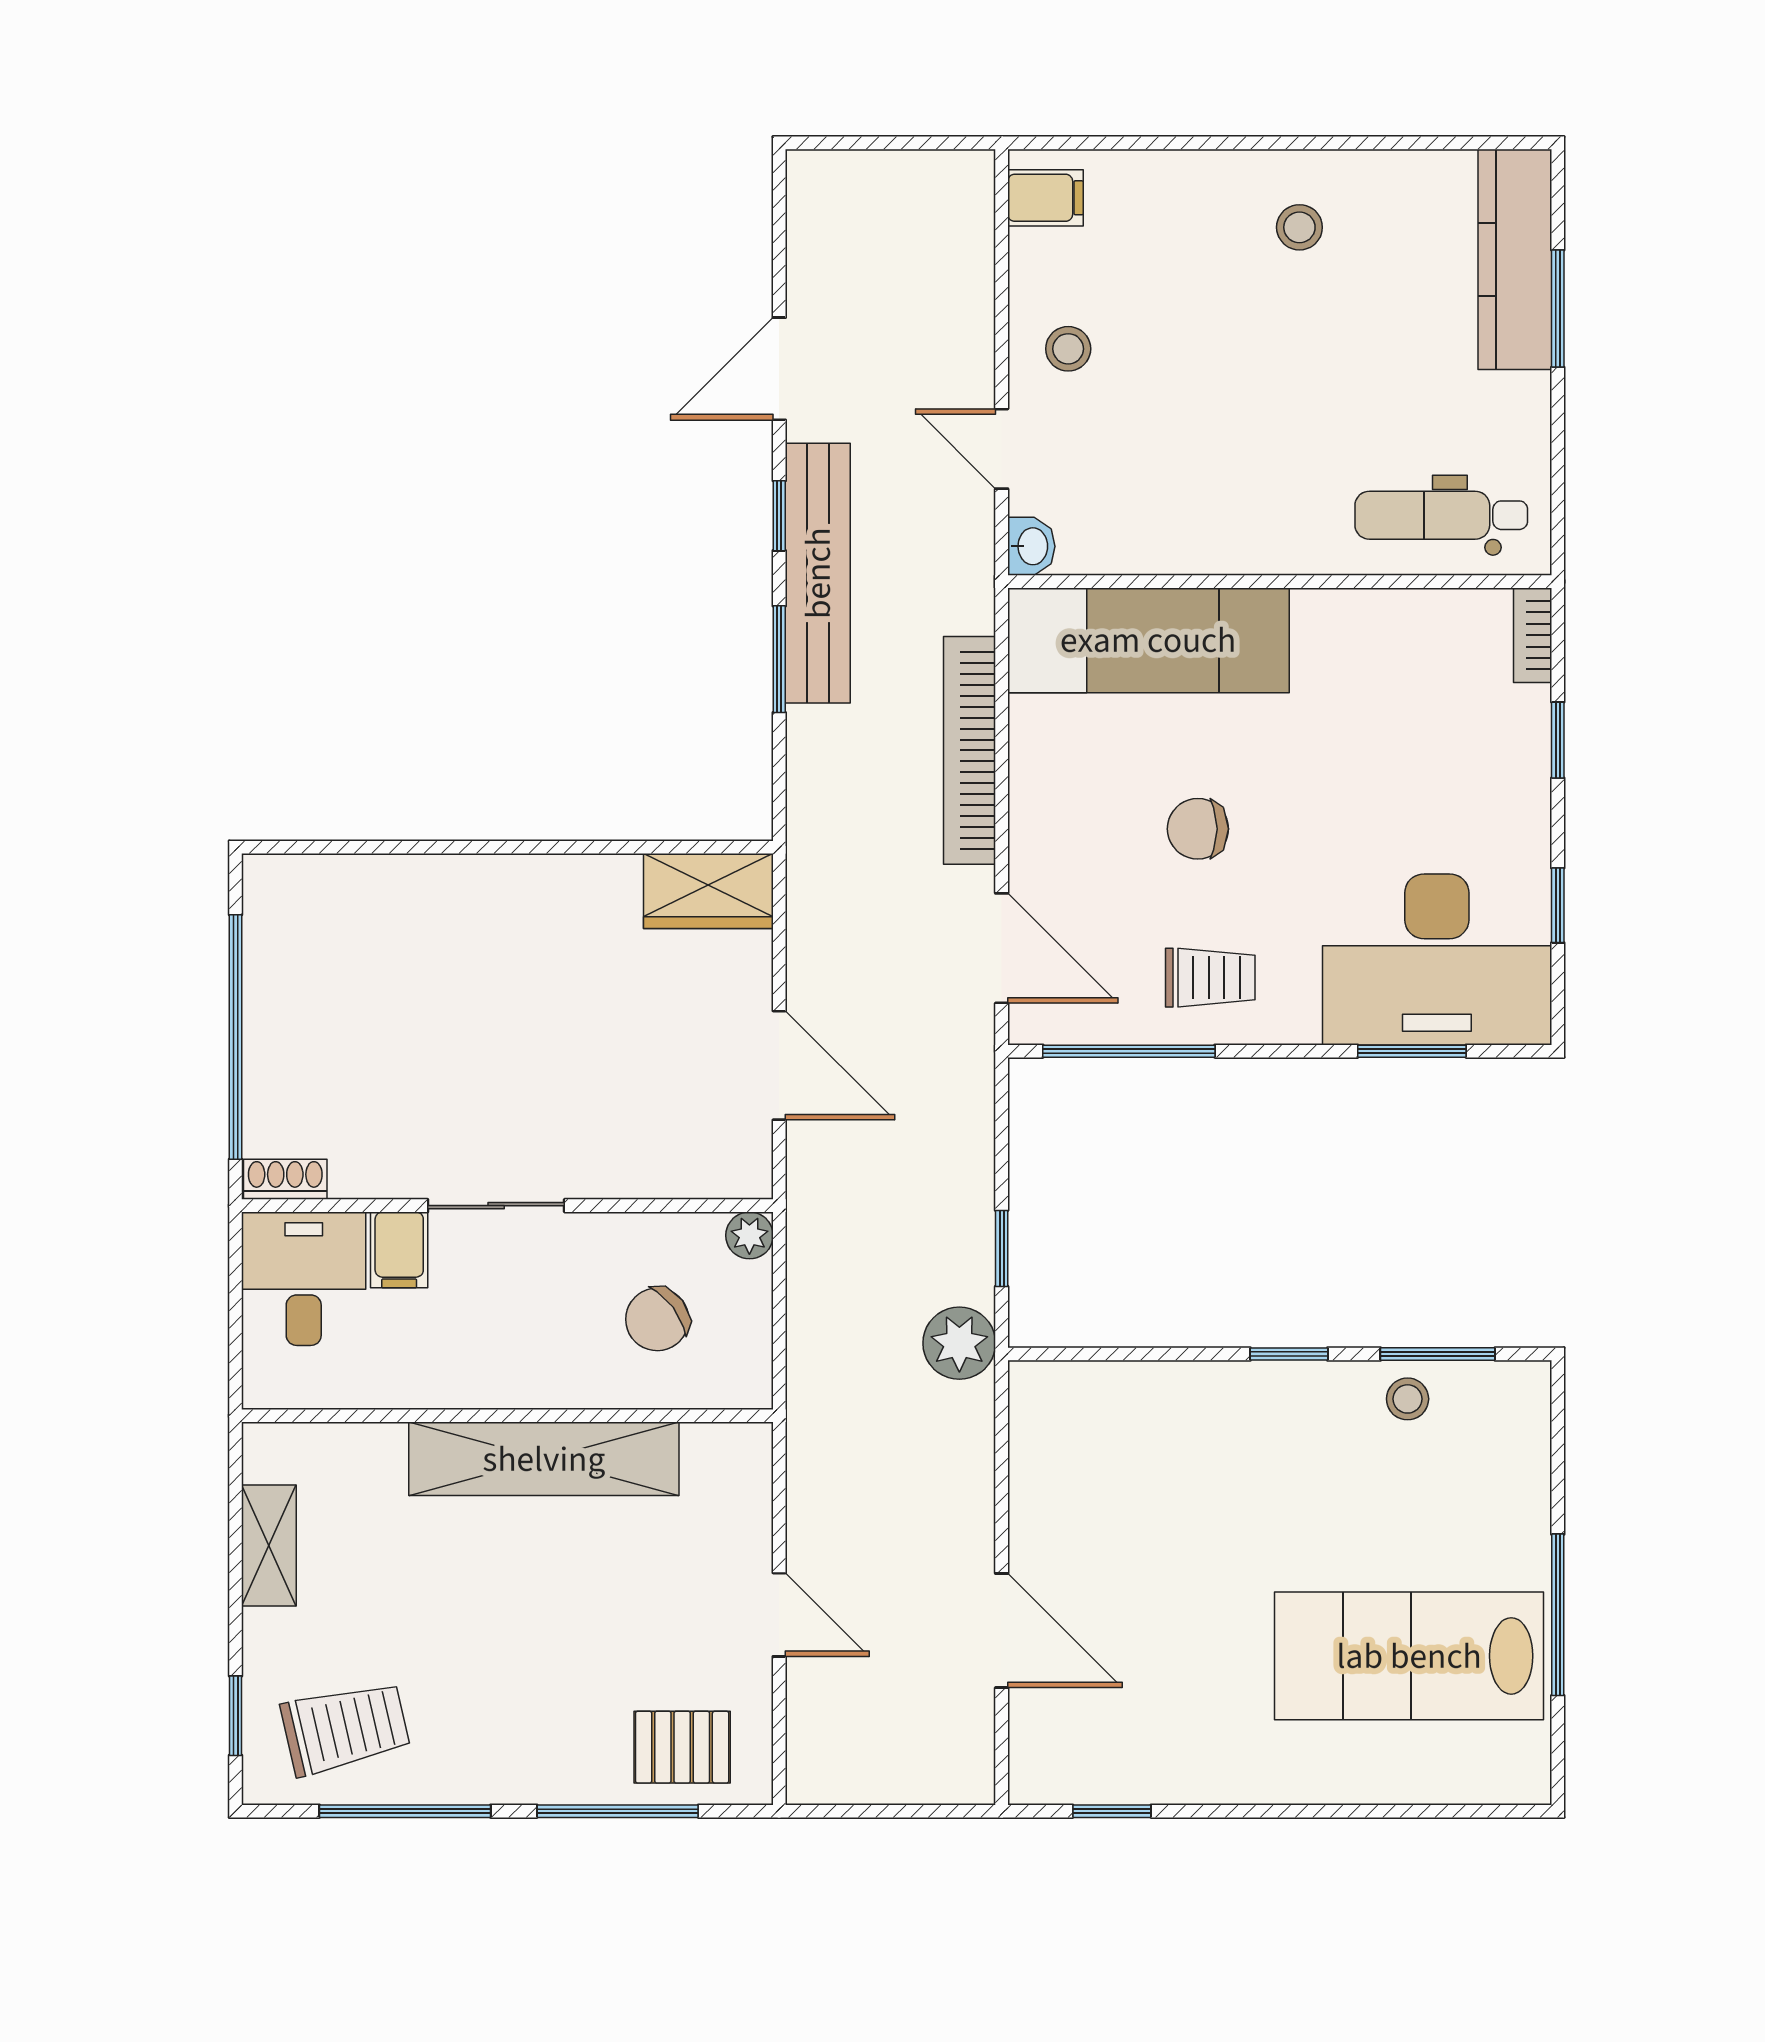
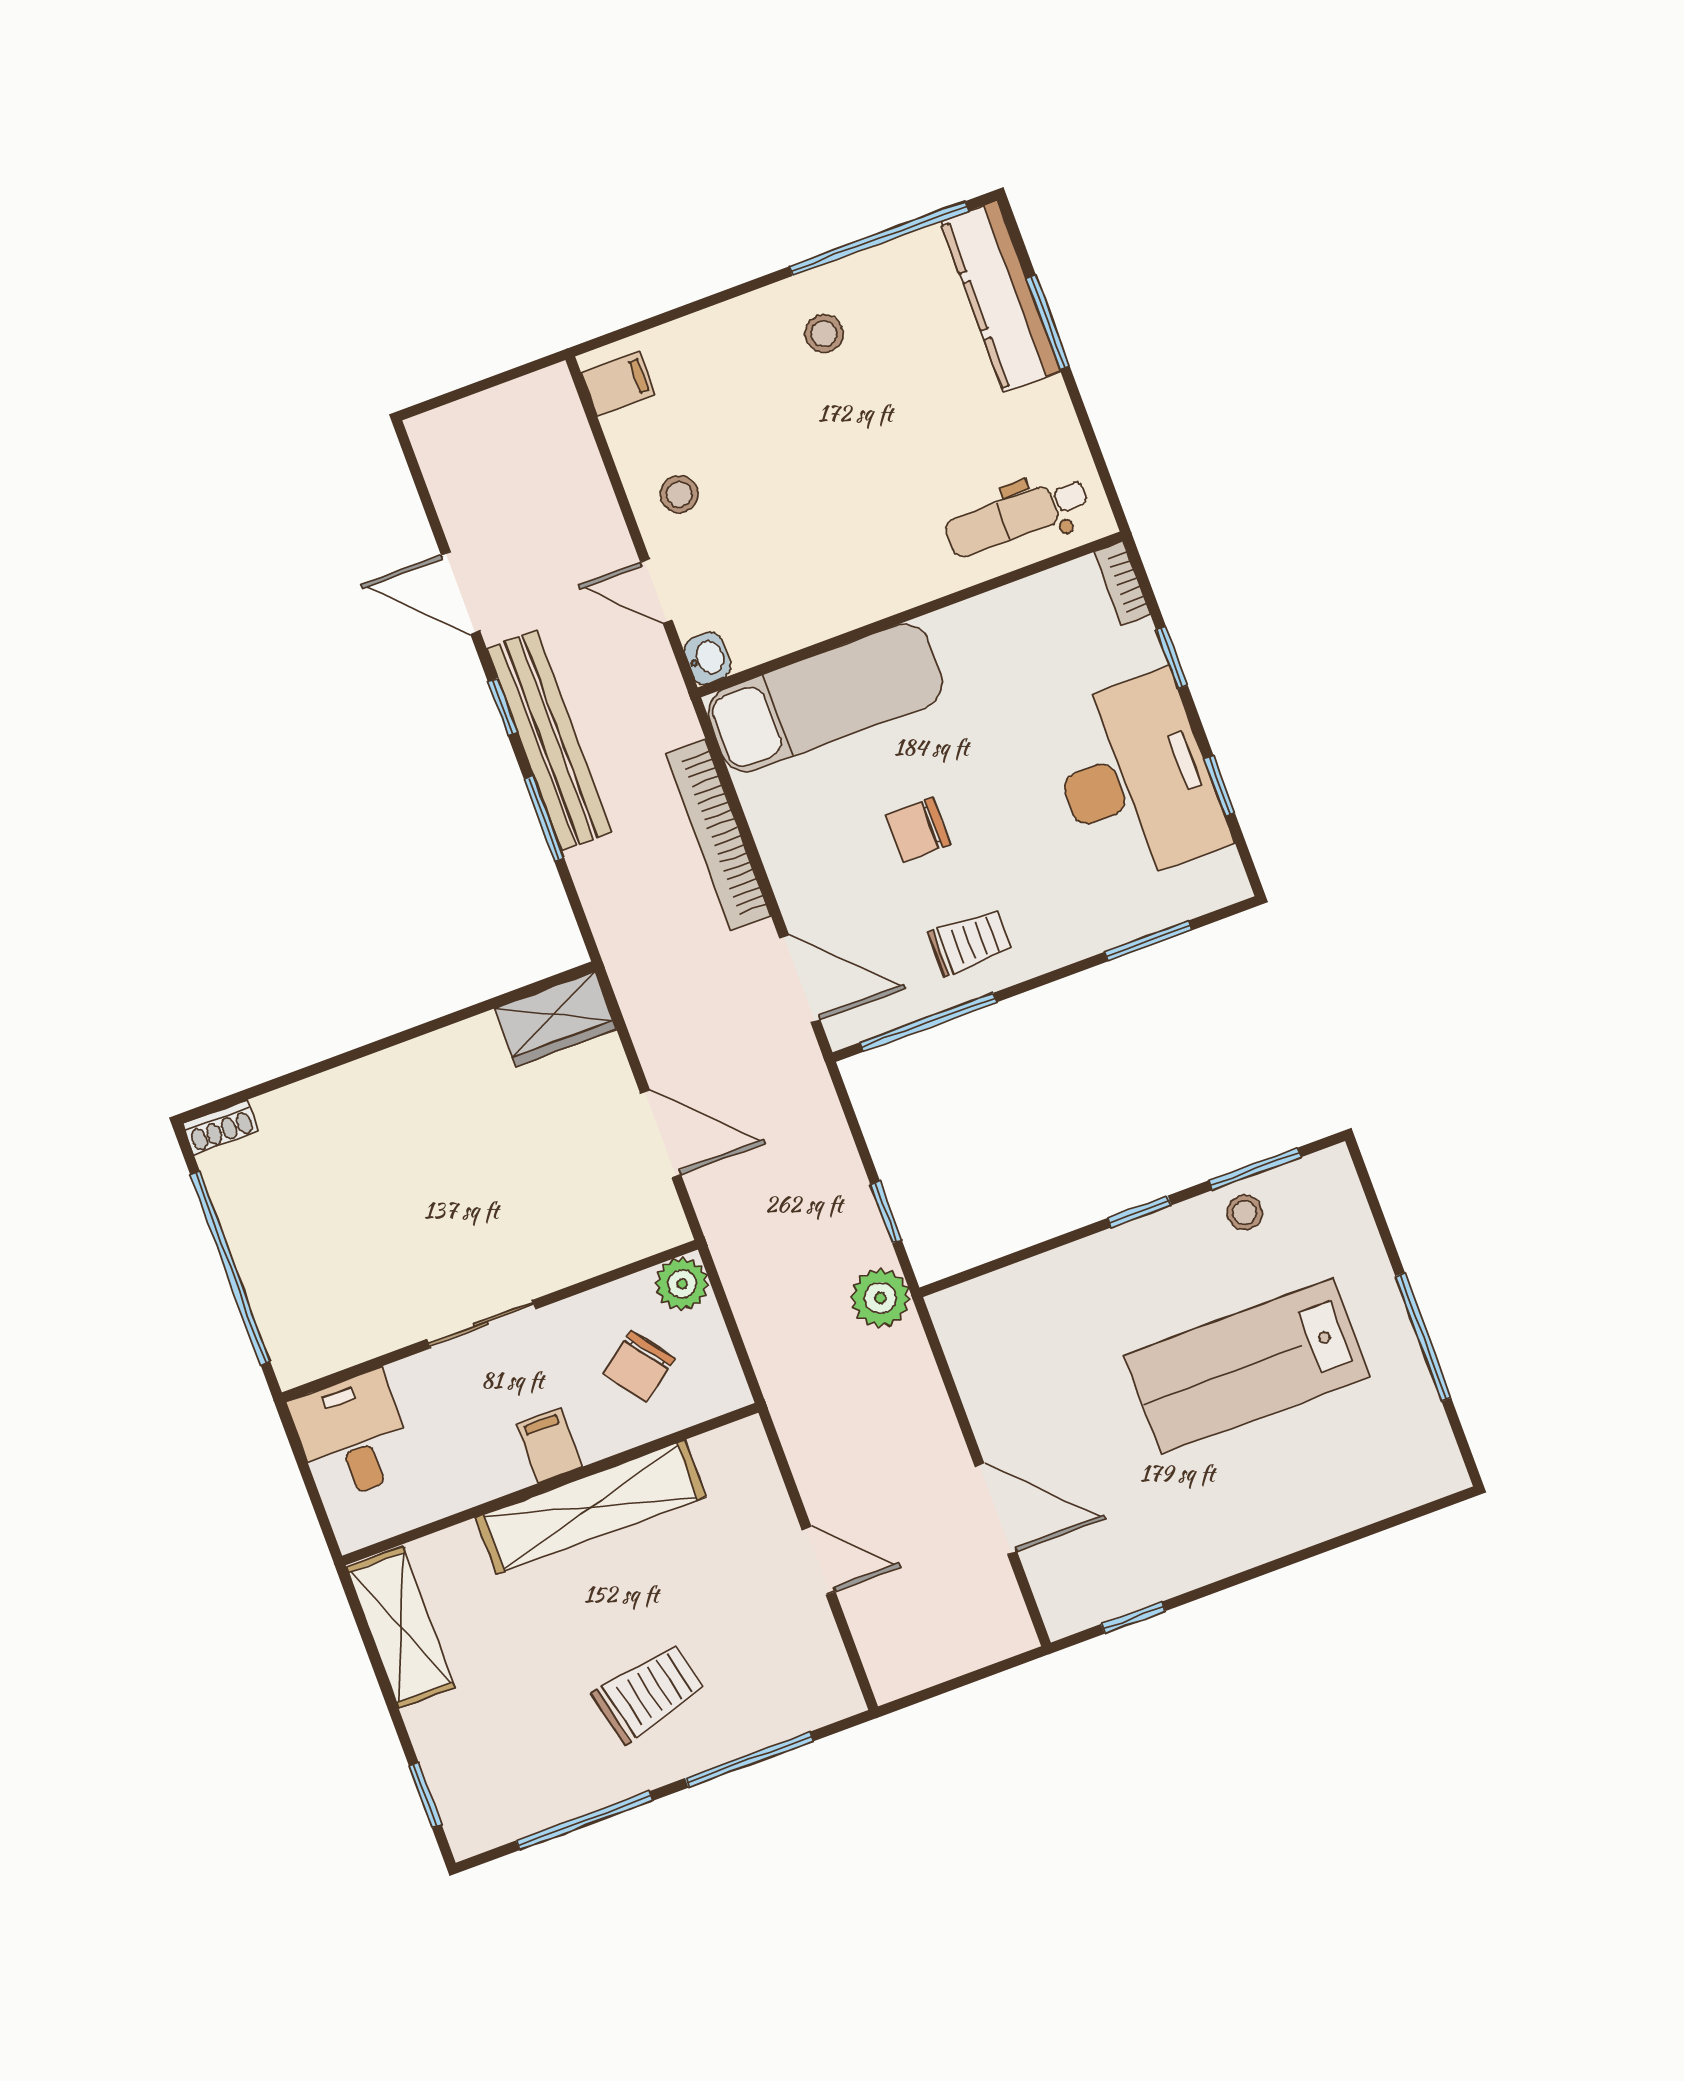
window: (1402, 143) -> (879, 239), added
door: (779, 369) -> (461, 593), hinge flipped
desk: (1437, 959) -> (1136, 779), moved, turned -90
shoe rack: (285, 1179) -> (220, 1127), moved, turned 180
plant: (749, 1235) -> (682, 1284), width x1.38, depth x1.38
filing cabinet: (399, 1250) -> (549, 1445), moved, turned 180
shelving: (269, 1546) -> (401, 1627), width x1.50, depth x1.33
lab bench: (1409, 1656) -> (1247, 1366), moved
trolley: (345, 1728) -> (649, 1693), moved
pallet: (682, 1747) -> (781, 1691), removed

